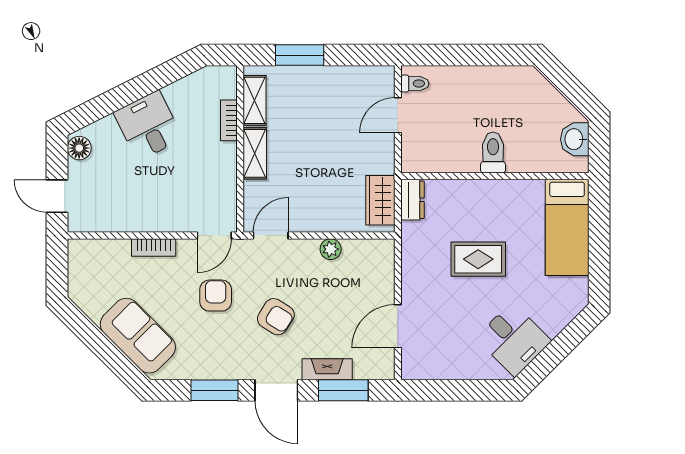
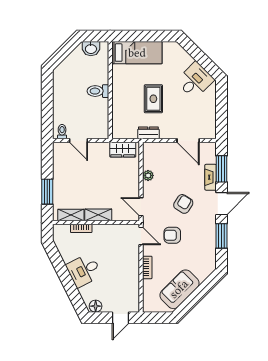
dresser: (413, 200) -> (148, 133), moved
sofa: (138, 336) -> (179, 289), moved

